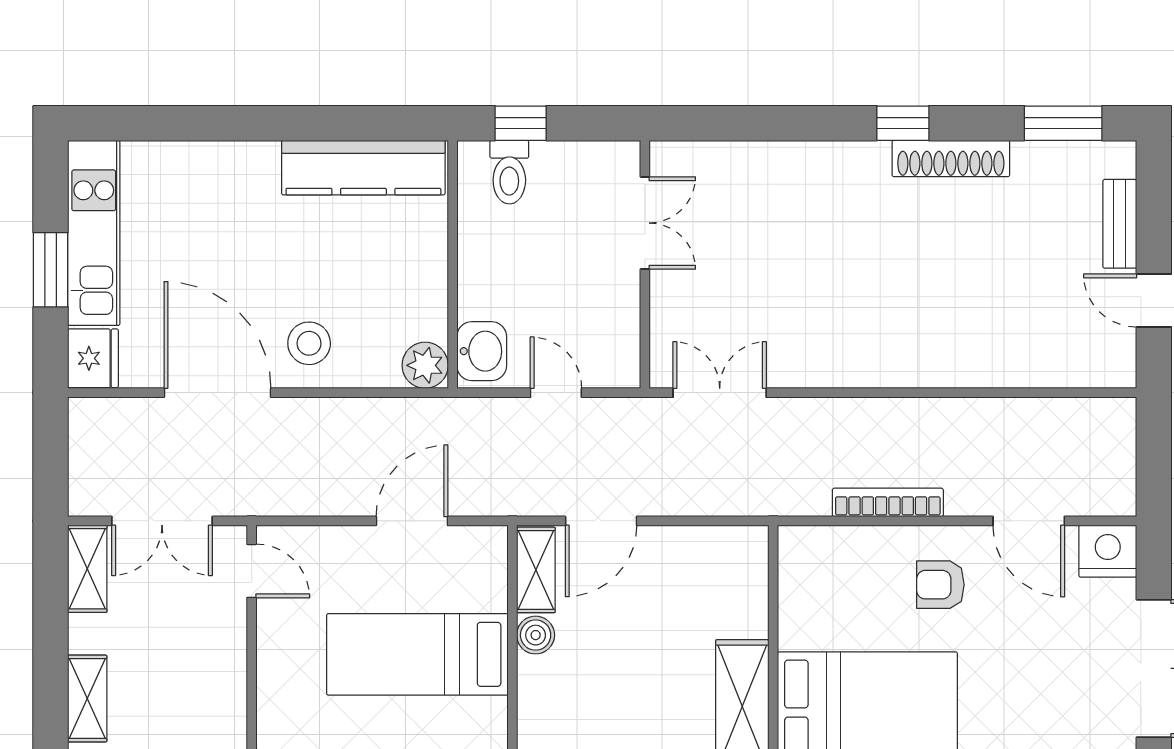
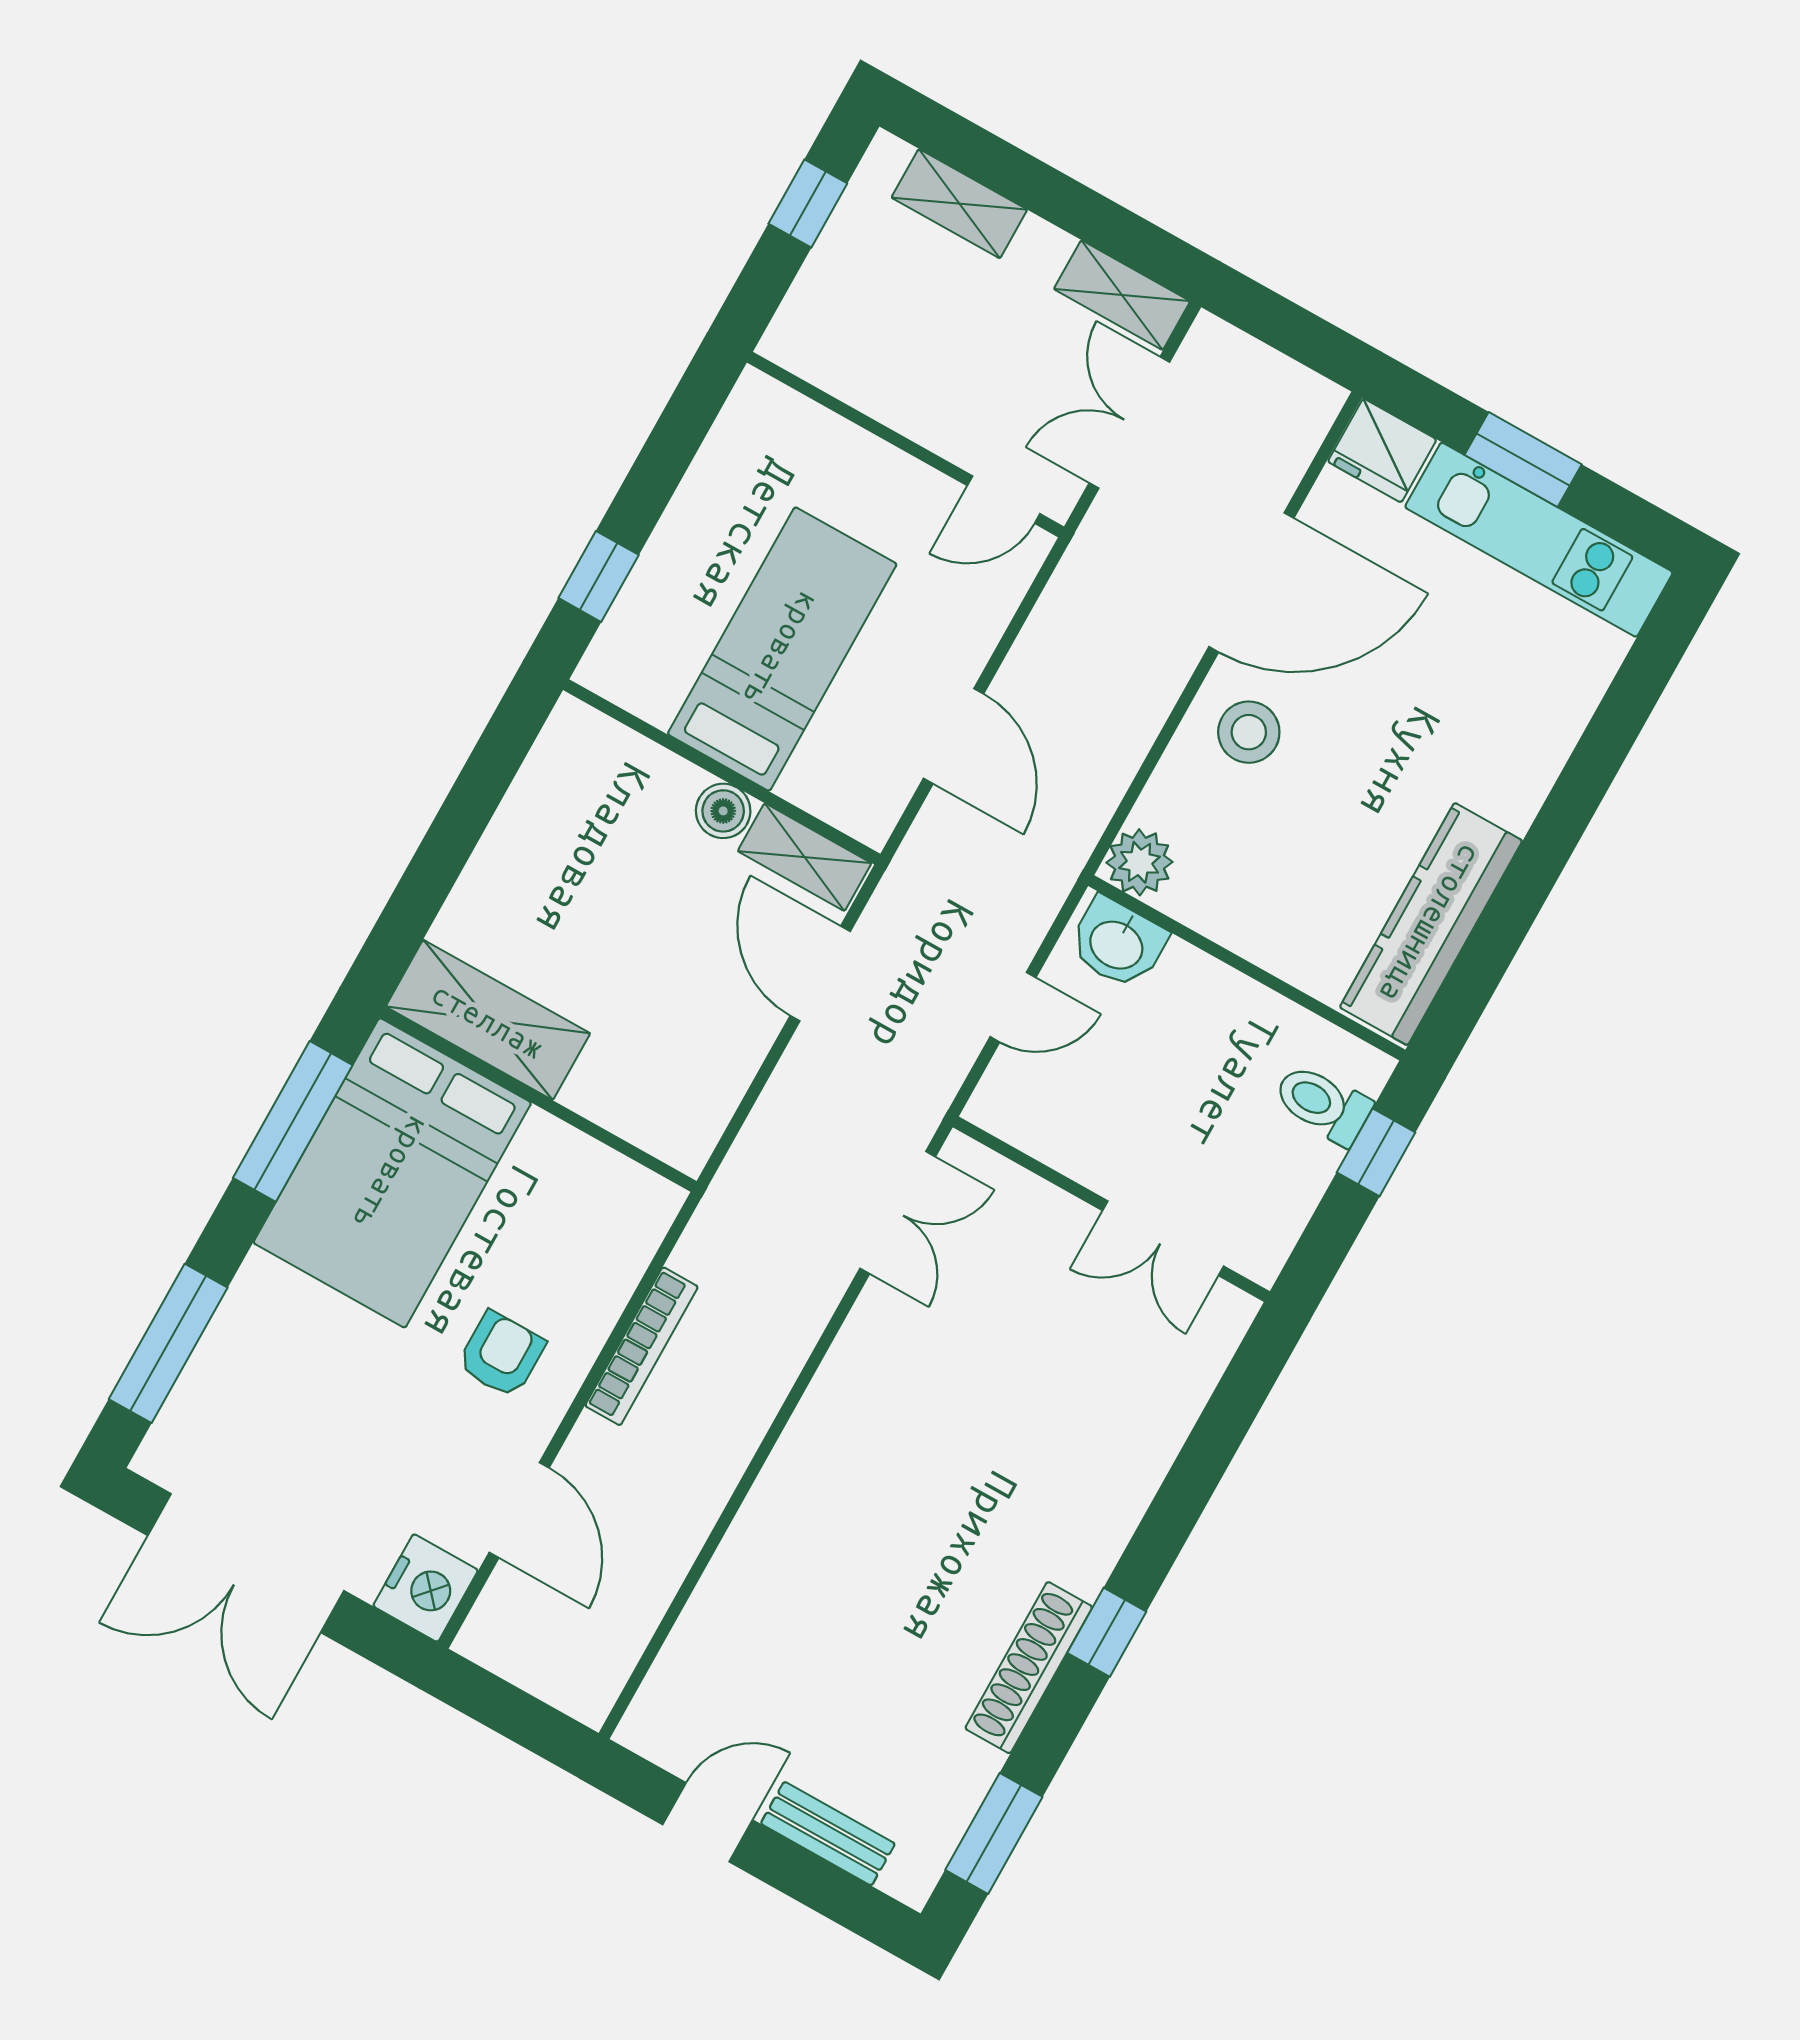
door: (1029, 521) -> (519, 1510), swing flipped

